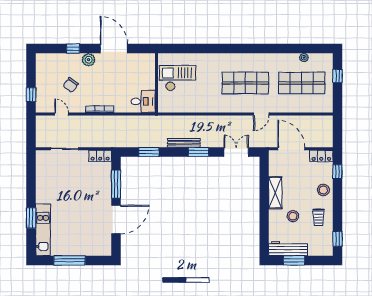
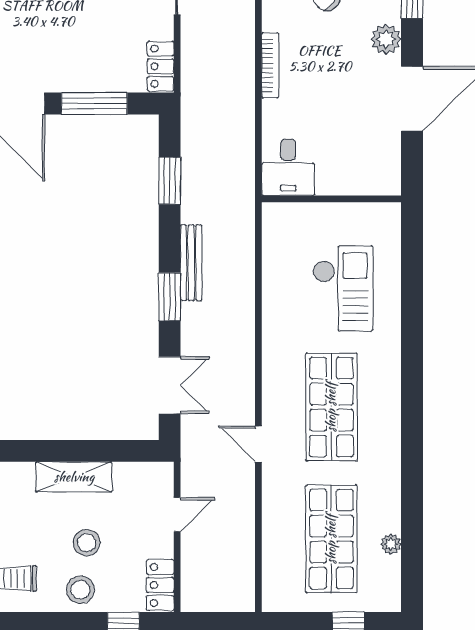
checkout: (178, 78) -> (343, 288), moved
door: (291, 149) -> (177, 515), width x0.53
stool: (293, 216) -> (87, 543), moved

